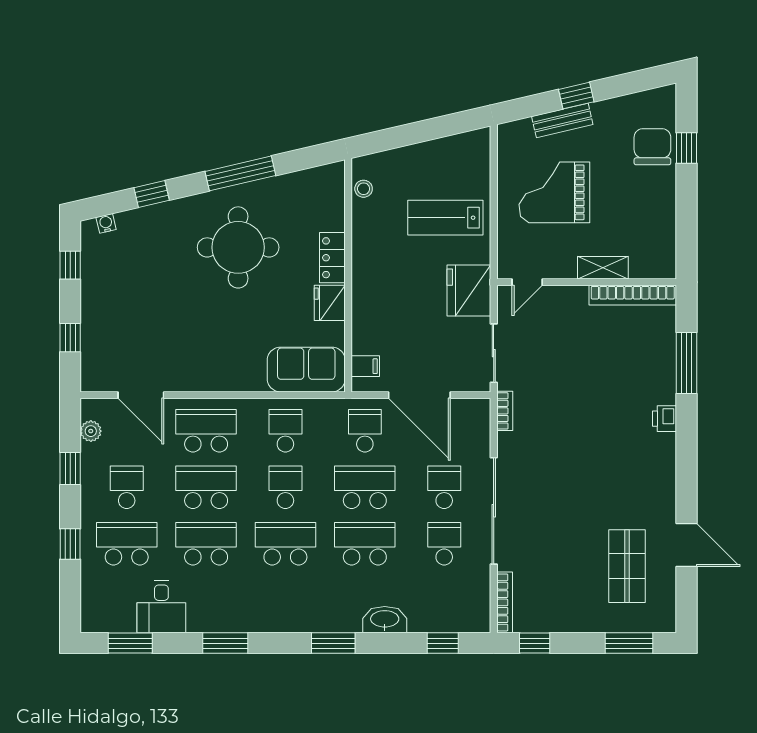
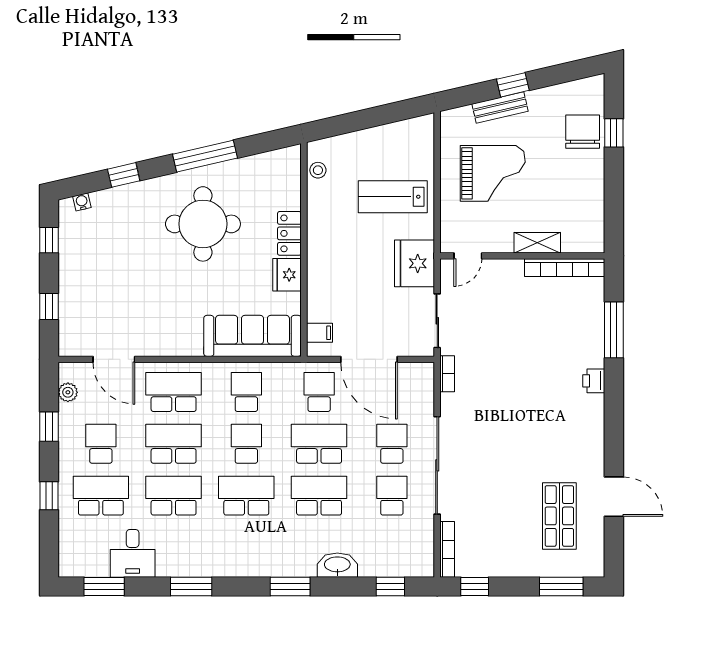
grand piano: (554, 192) -> (493, 173), turned 180
sofa: (306, 370) -> (253, 336), width x1.36

